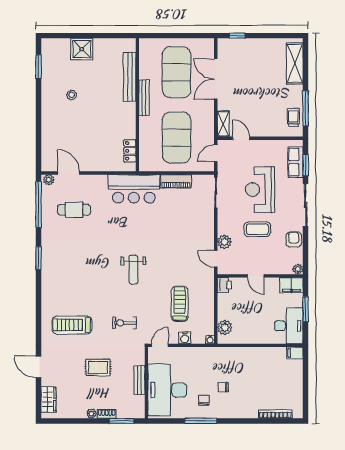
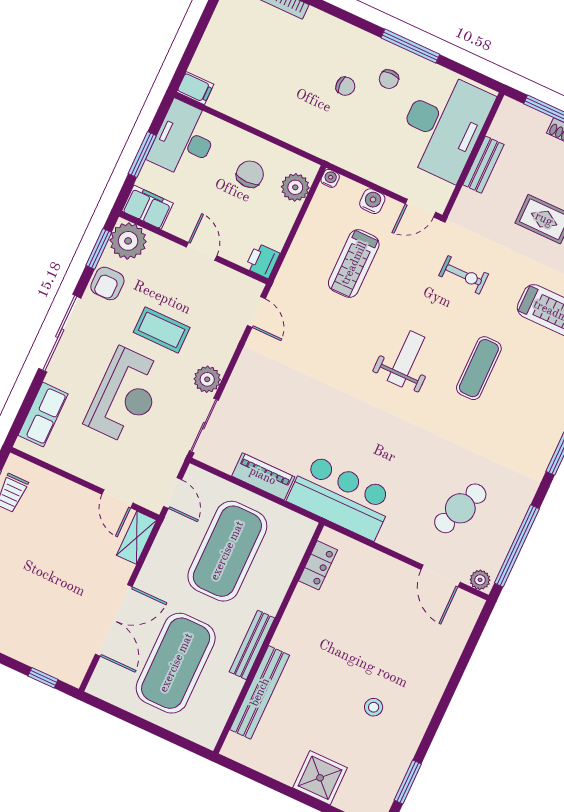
door: (216, 153) -> (173, 493), hinge flipped
window: (306, 165) -> (99, 249), moved
cafe table: (74, 210) -> (460, 508), turned -68
plant: (224, 242) -> (207, 379), moved
plant: (298, 269) -> (128, 241), width x1.88, depth x1.88
exercise mat: (96, 281) -> (479, 368), added
chair: (249, 324) -> (250, 174), added

